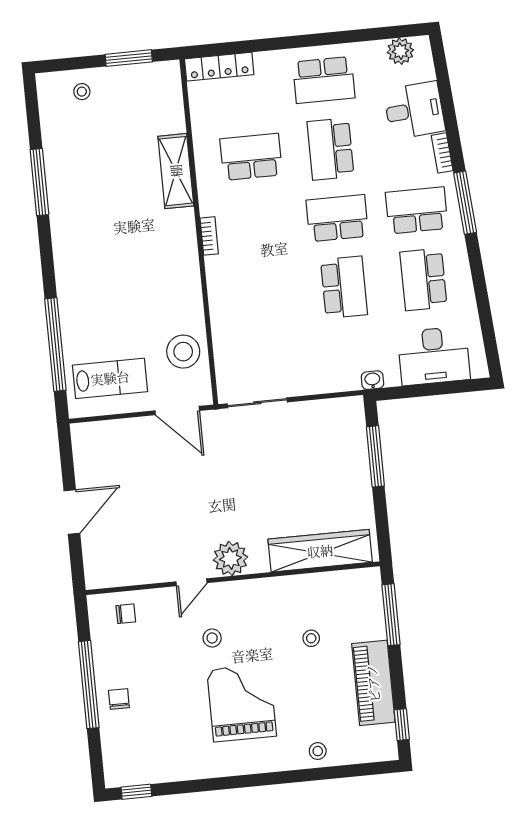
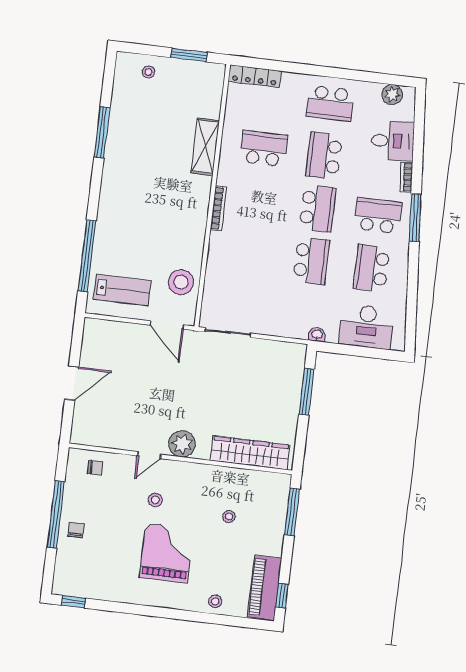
school desk: (337, 218) -> (318, 208), turned 90
bookcase: (209, 236) -> (218, 208), width x1.56
piano: (373, 683) -> (264, 588), moved

